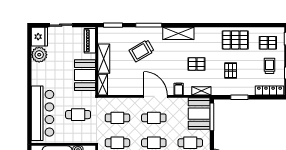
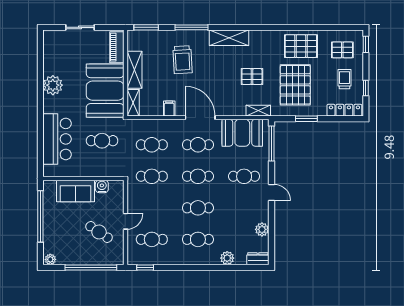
fridge: (39, 37) -> (53, 42), removed
trolley: (142, 51) -> (182, 60), turned -63
plant: (39, 55) -> (53, 85), moved
pallet: (231, 71) -> (295, 85), width x2.05, depth x2.00
booth: (85, 75) -> (105, 91), width x1.36, depth x1.42
filing cabinet: (179, 89) -> (169, 109), moved
bar counter: (43, 113) -> (57, 139), width x0.73
booth: (199, 114) -> (242, 133), moved, turned 90

